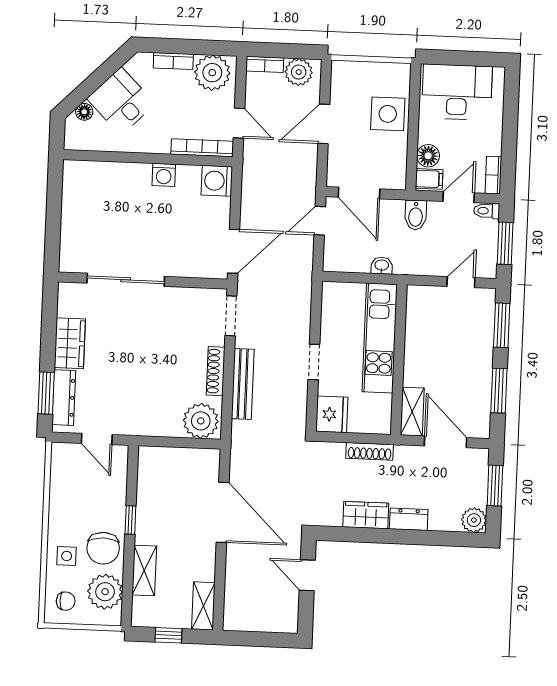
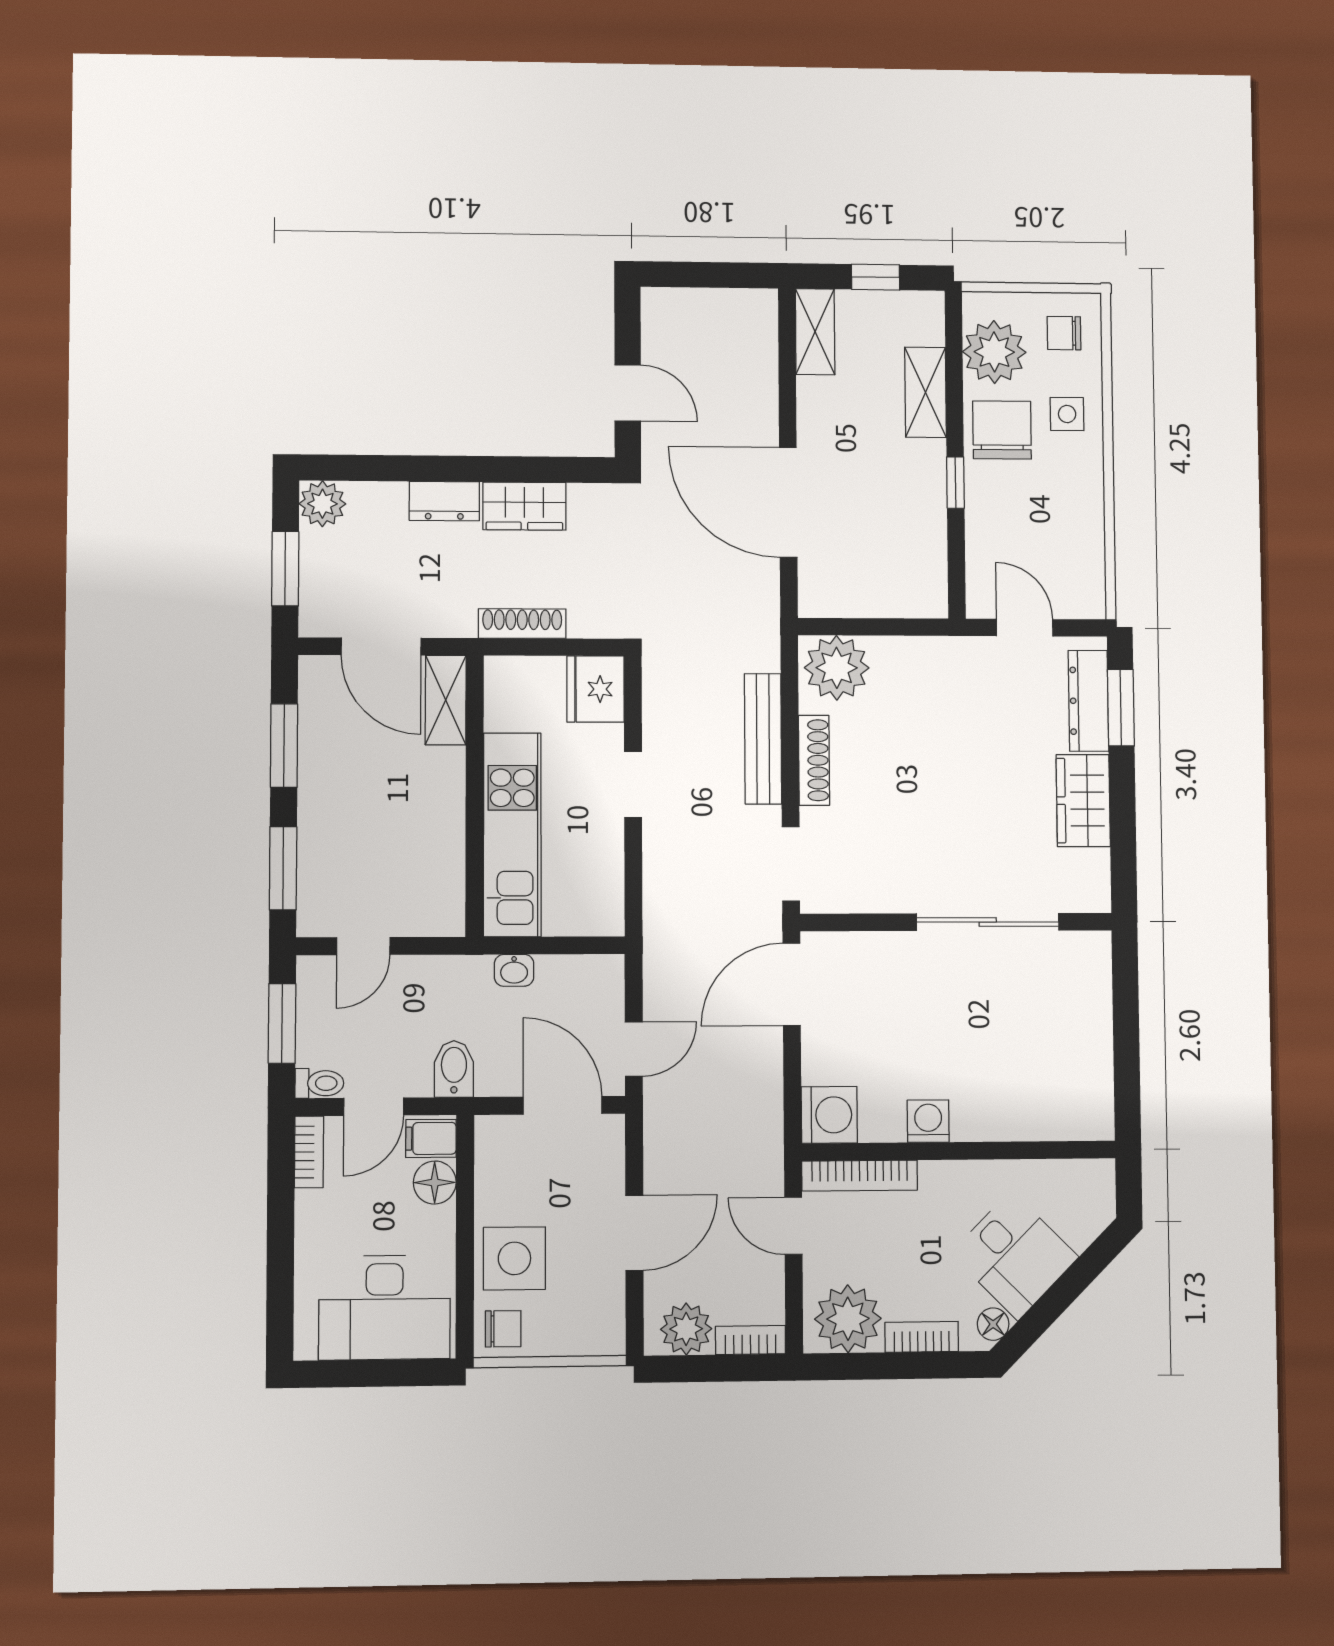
chair: (395, 78) -> (503, 1329), added
floor lamp: (84, 112) -> (993, 1324), moved

